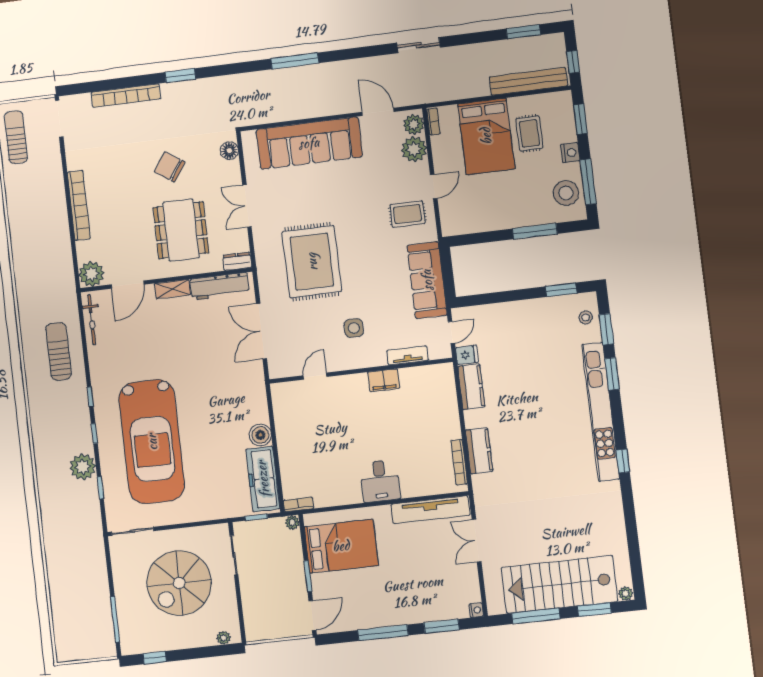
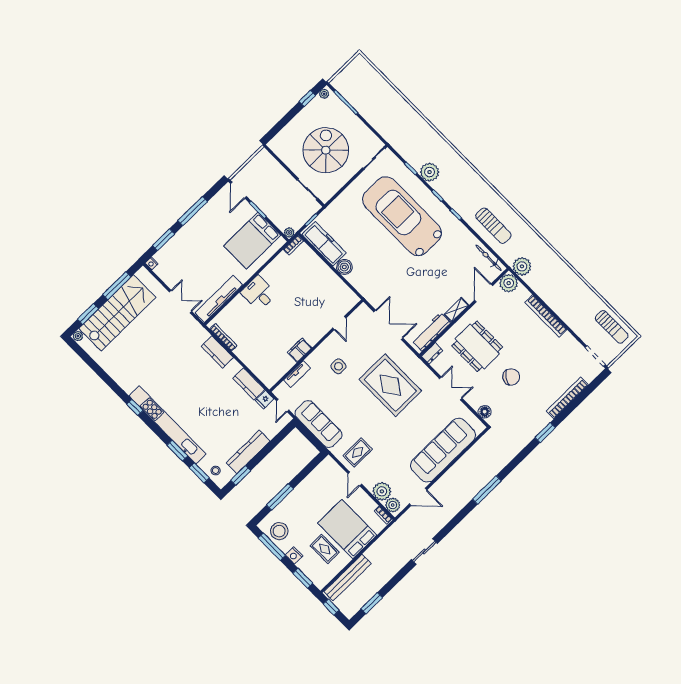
plant: (62, 281) -> (522, 266), added
kitchen counter: (532, 310) -> (248, 452), added
plant: (224, 638) -> (324, 94), moved

